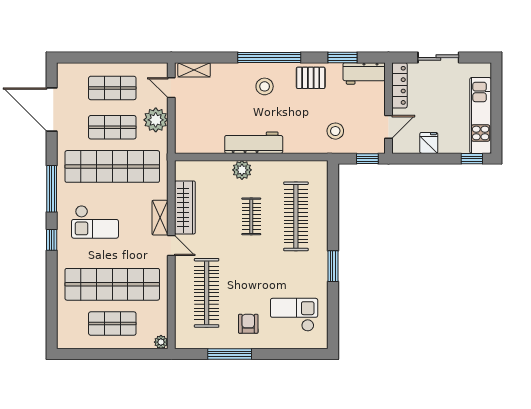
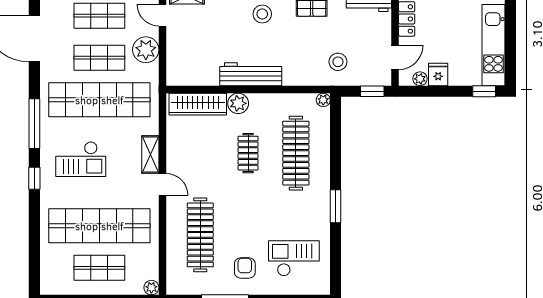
plant: (412, 147) -> (420, 79), added
plant: (321, 167) -> (323, 100), added
wardrobe: (185, 207) -> (198, 104), moved, turned 90

